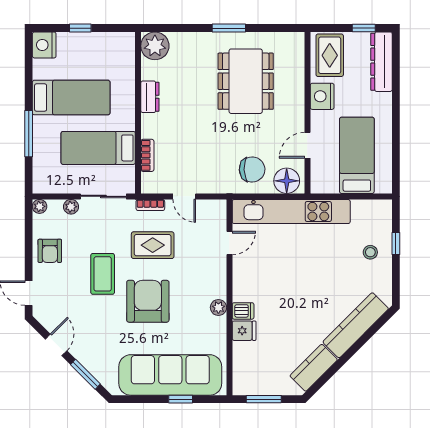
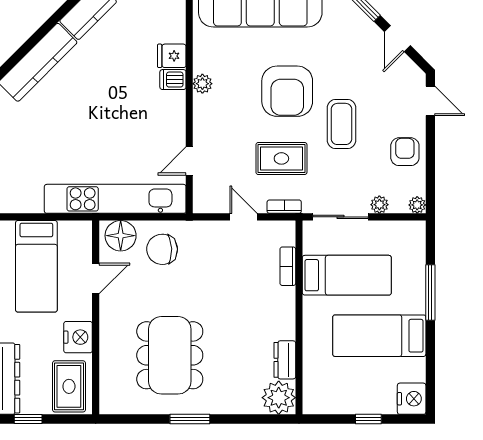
dresser: (150, 97) -> (285, 360), moved
stool: (370, 252) -> (20, 150), removed

